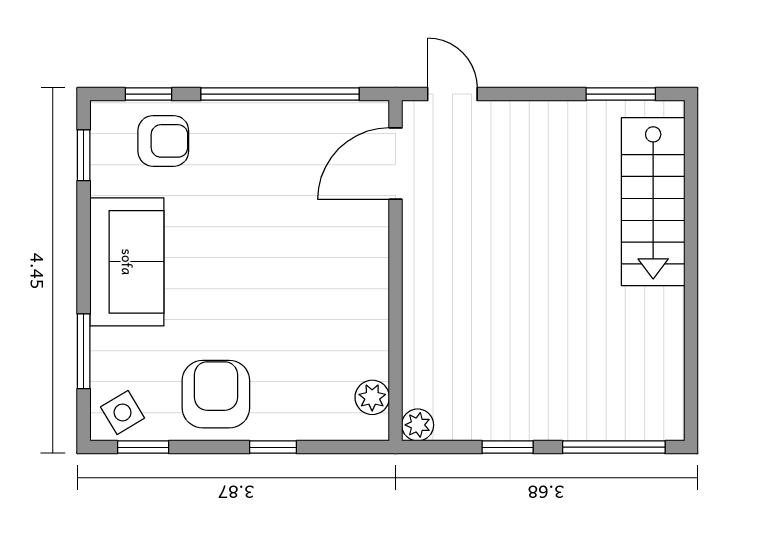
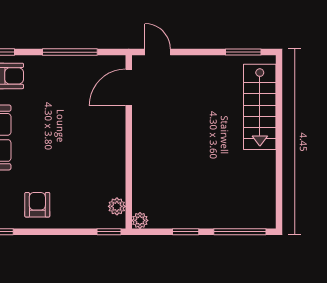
window: (280, 94) -> (70, 52), width x0.68
armchair: (216, 394) -> (37, 205), width x0.72, depth x0.72
window: (273, 447) -> (109, 232), moved

